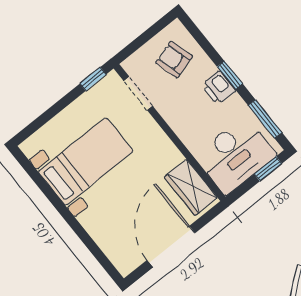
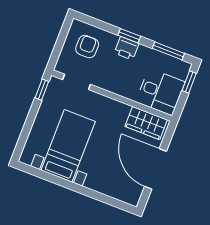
armchair: (174, 60) -> (87, 47), turned 106
desk: (235, 155) -> (160, 92), width x0.73

